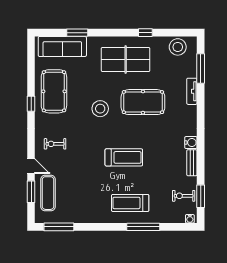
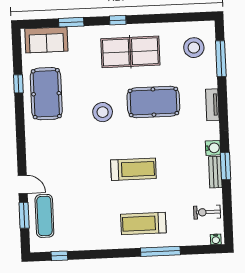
window: (145, 33) -> (118, 20), moved
sofa: (62, 46) -> (46, 40), width x0.73
stool: (178, 47) -> (194, 48), moved
tv unit: (192, 91) -> (212, 105), moved
window: (31, 104) -> (18, 84), moved
exercise bike: (55, 144) -> (50, 157), removed
window: (201, 196) -> (226, 166), moved
window: (59, 227) -> (59, 256), width x0.46

